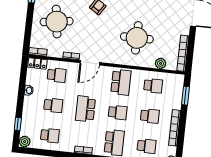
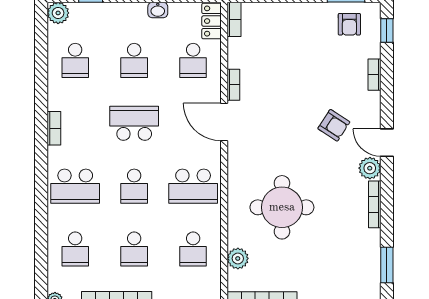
round table: (57, 22) -> (296, 49), removed

